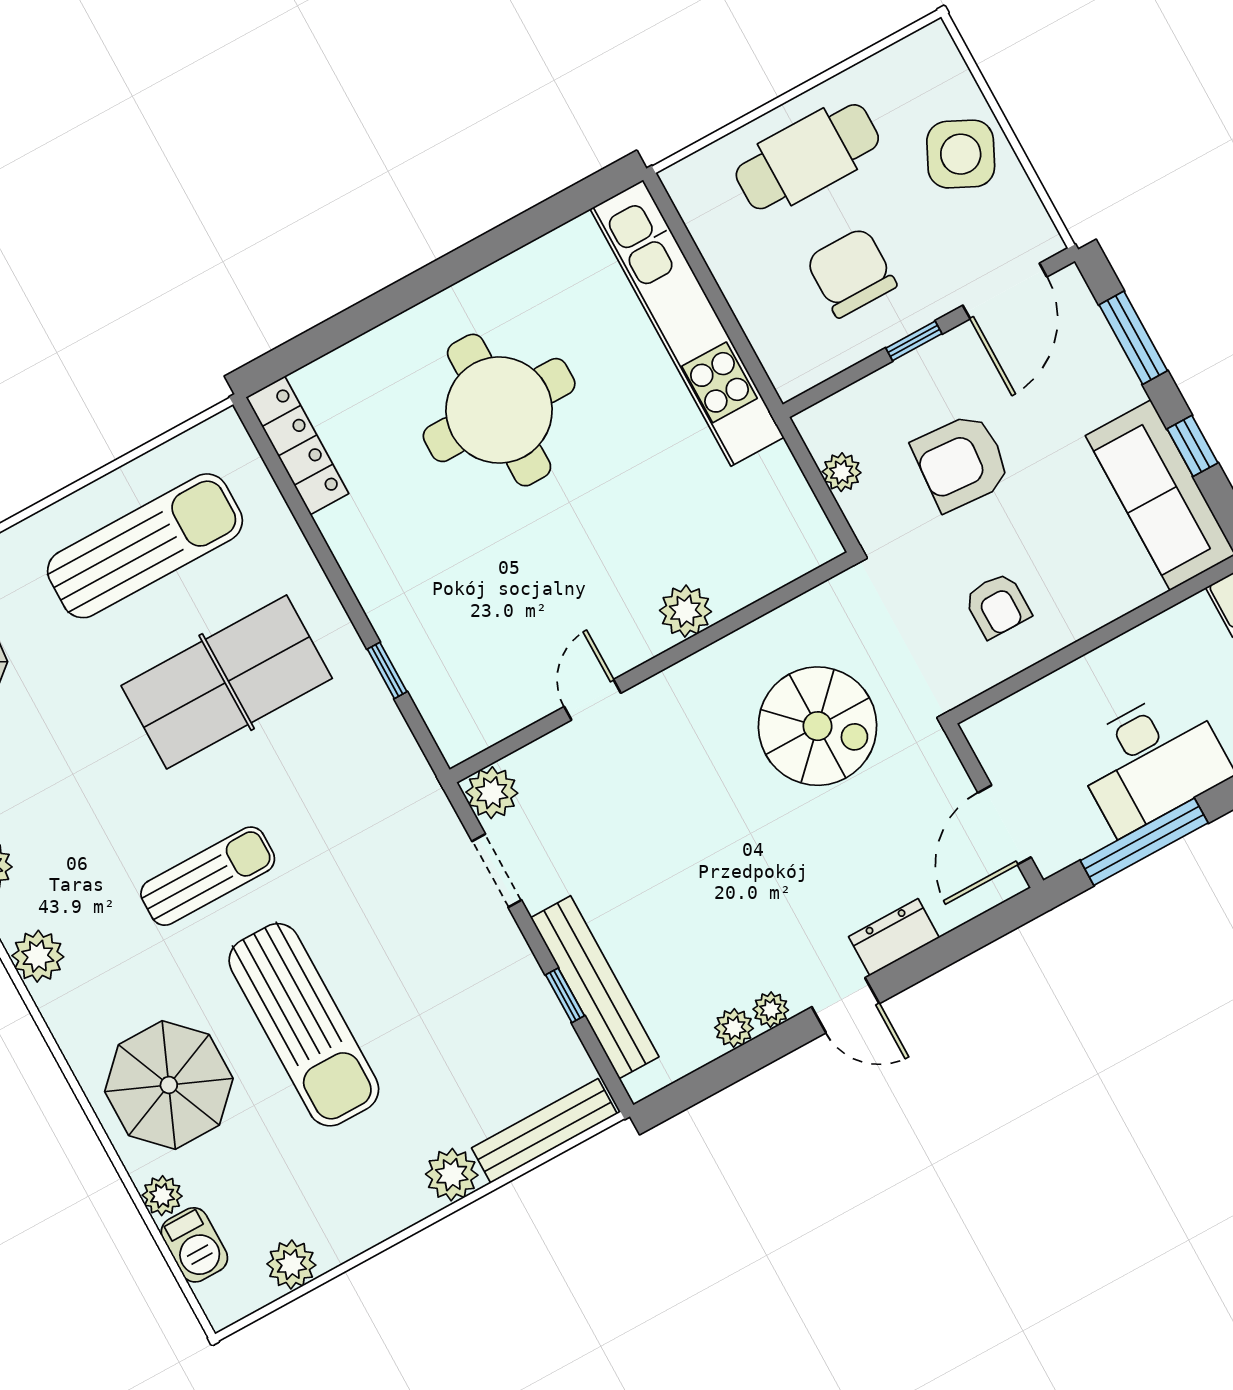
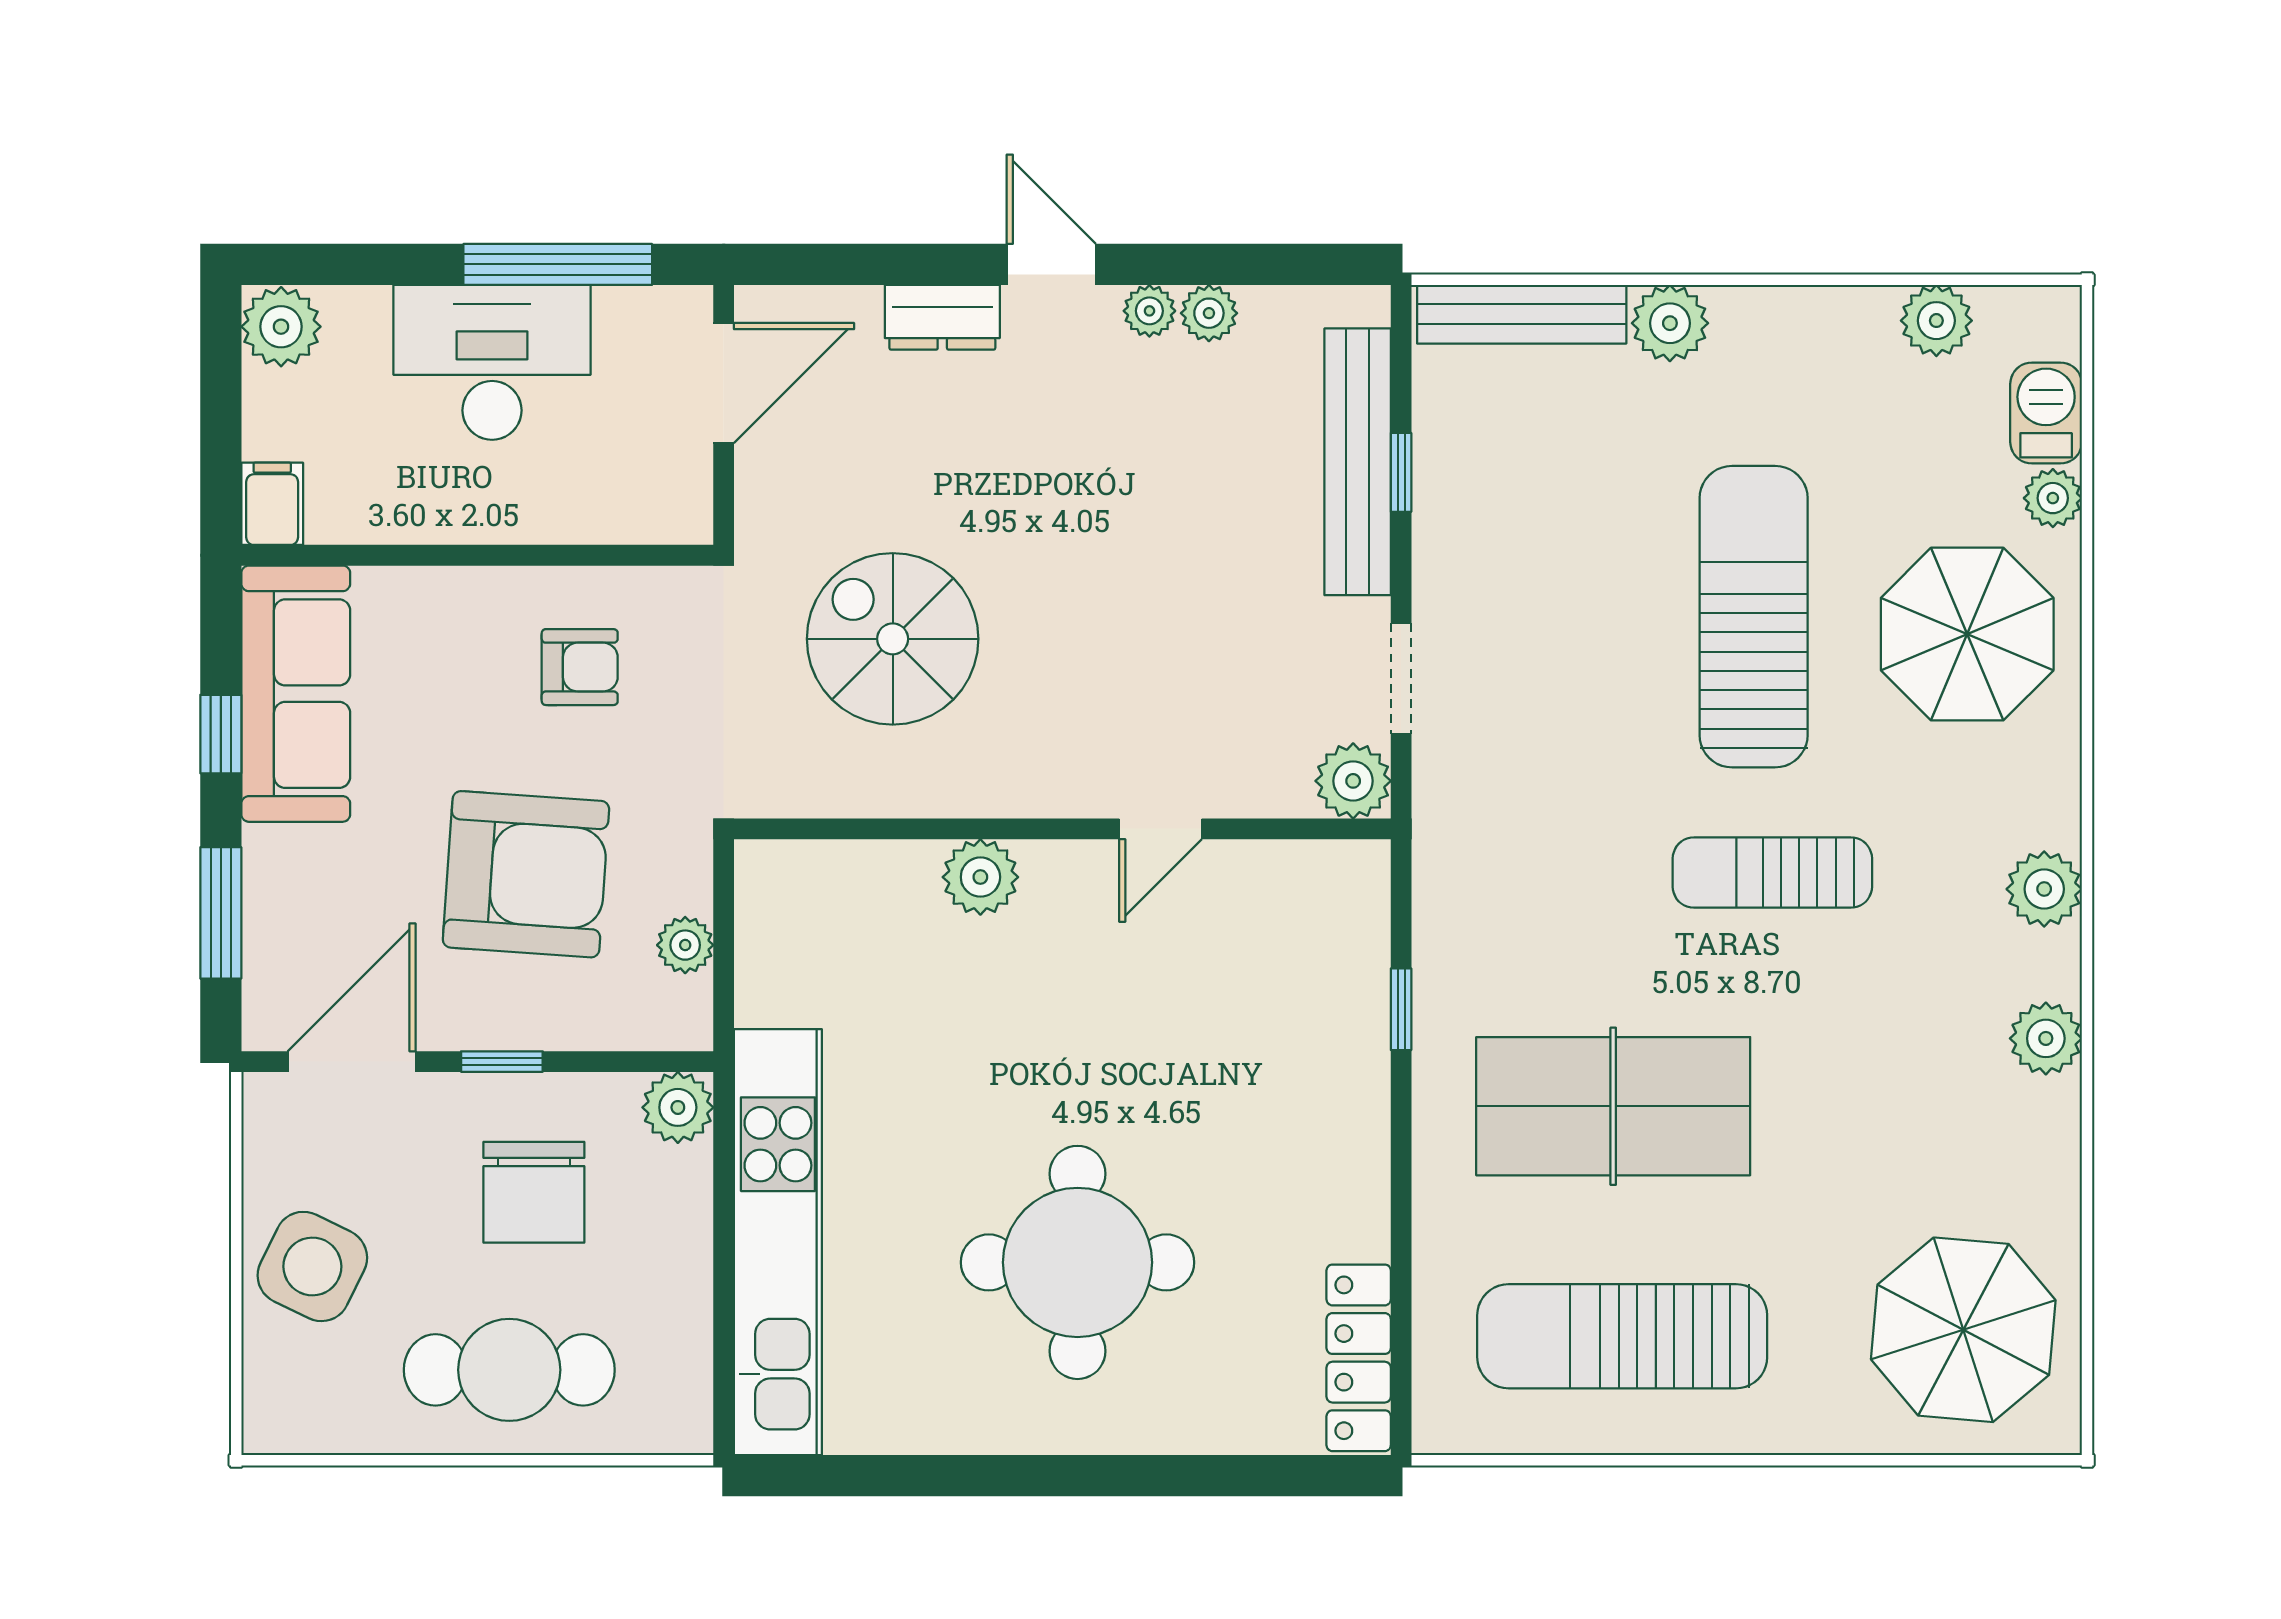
plant: (792, 371) -> (678, 1107), added
armchair: (961, 462) -> (526, 874), width x1.36, depth x1.36
armchair: (998, 605) -> (580, 667), turned 90

